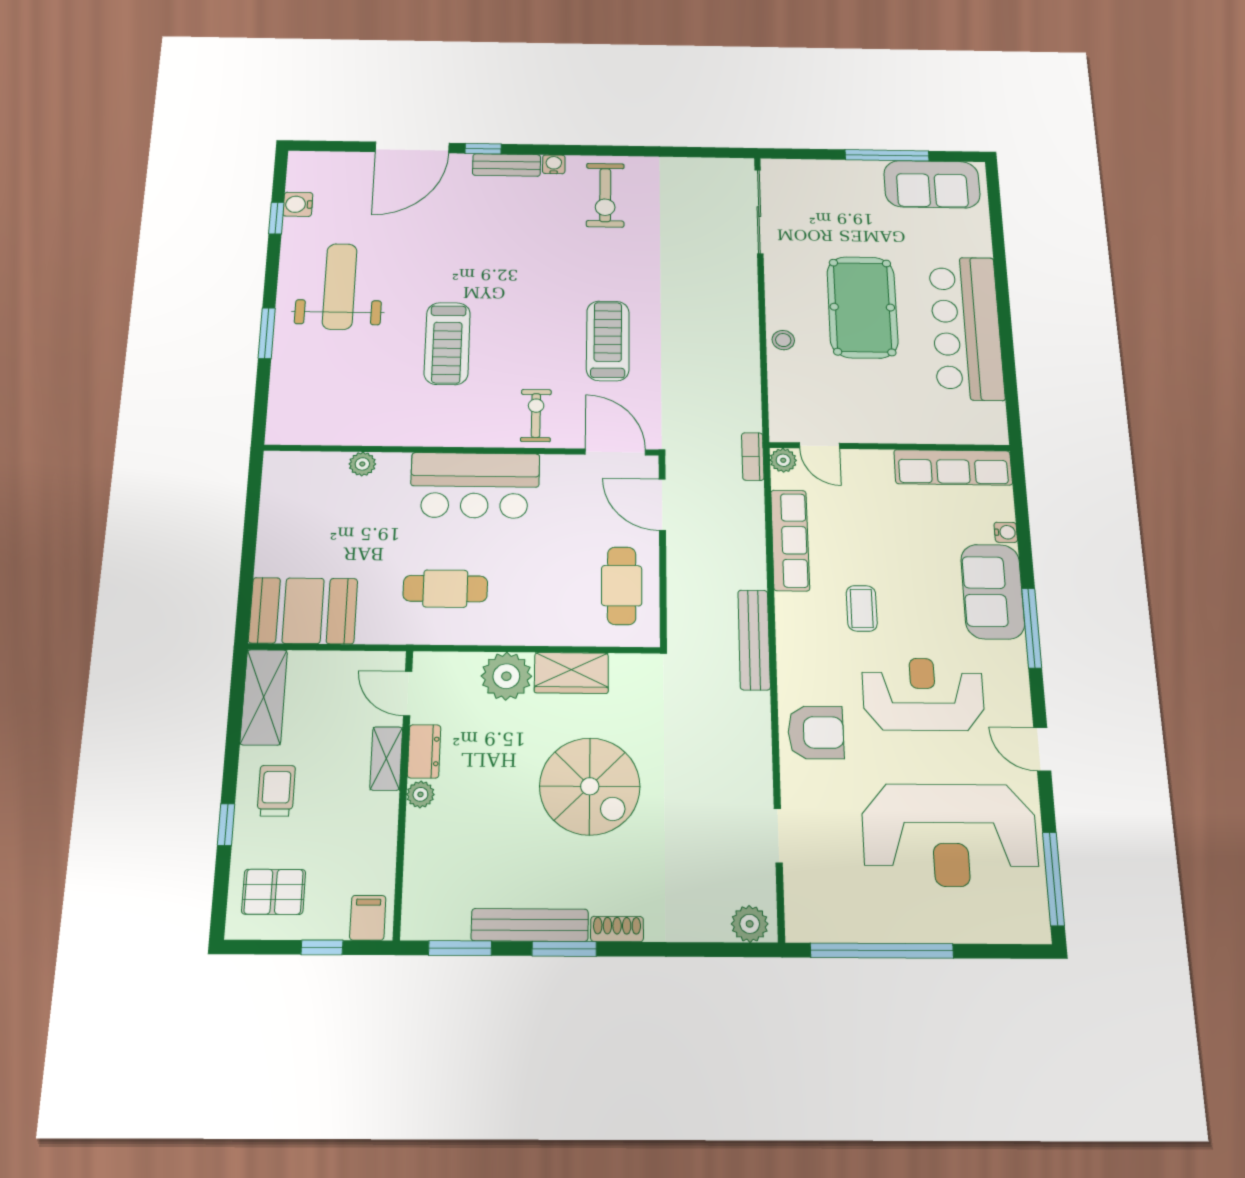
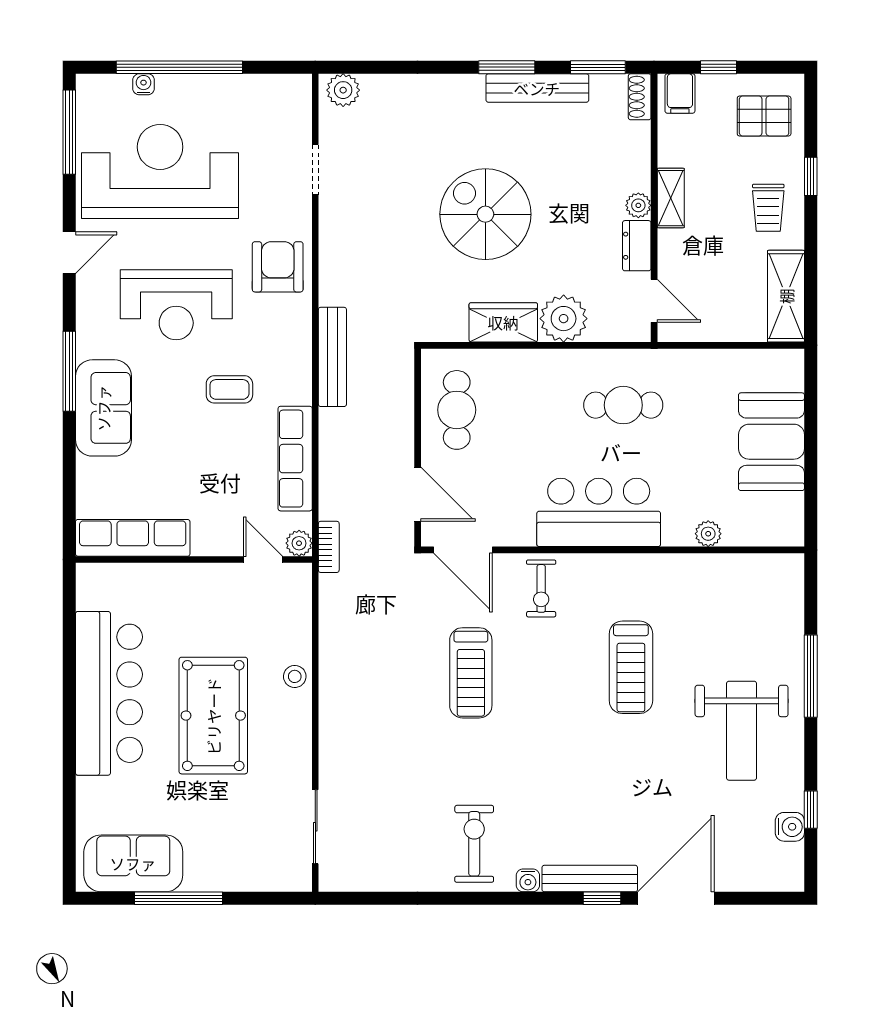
bench: (507, 165) -> (590, 879), width x1.36
sliding door: (759, 212) -> (315, 827), width x0.73
window: (267, 333) -> (811, 676), width x1.44
treadmill: (447, 343) -> (631, 667), turned 180
water cooler: (1006, 532) -> (144, 84), moved, turned 90
coffee table: (862, 608) -> (229, 389), turned 90
booth: (303, 611) -> (771, 442), moved, turned 90
armchair: (816, 732) -> (278, 267), turned 90
door: (1042, 749) -> (69, 253), hinge flipped
shelving: (386, 758) -> (671, 198), moved
shoe rack: (617, 929) -> (640, 97), moved, turned 90
window: (882, 951) -> (179, 67), moved

